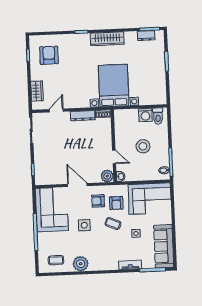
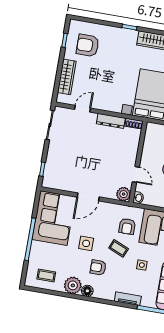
armchair: (49, 55) -> (88, 45), turned -90
wardrobe: (37, 91) -> (67, 77), width x1.50
door: (77, 185) -> (88, 197), swing flipped
armchair: (98, 201) -> (98, 267), moved
floor lamp: (94, 266) -> (87, 291), added

